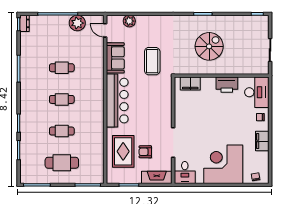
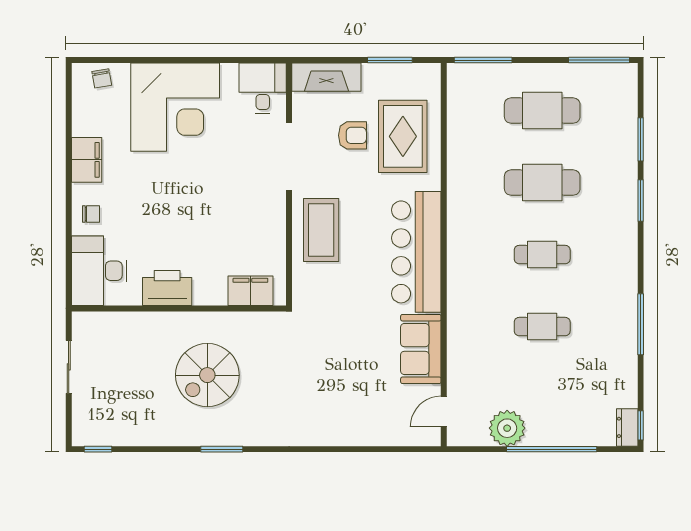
plant: (129, 21) -> (389, 433), removed
door: (105, 30) -> (444, 412), swing flipped
coffee table: (152, 61) -> (321, 230), moved
cafe table: (62, 131) -> (542, 183), width x1.37, depth x1.35

